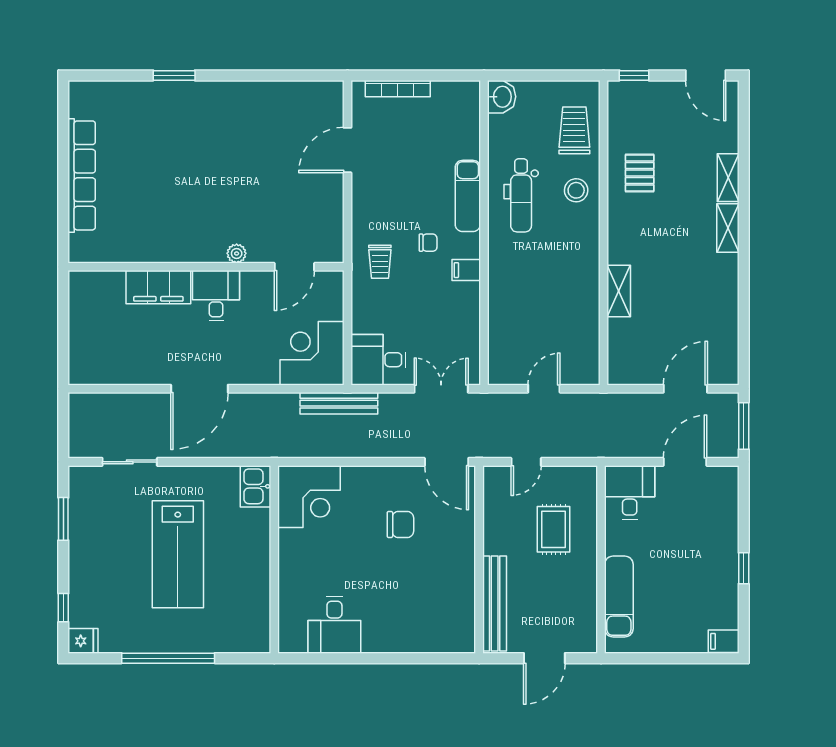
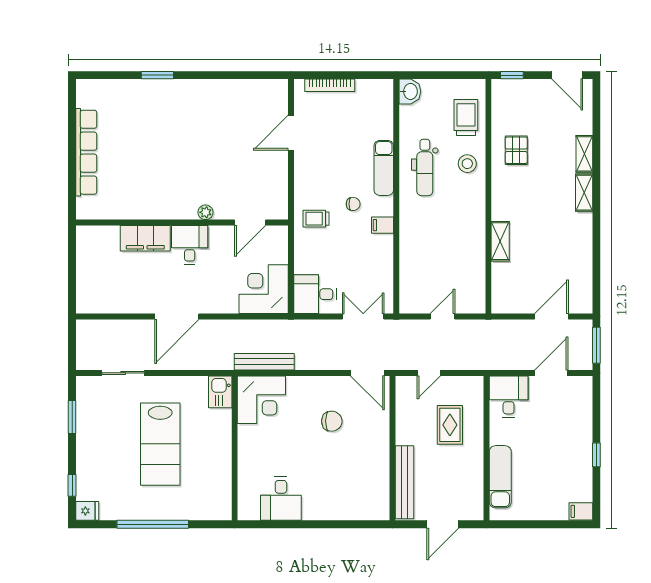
trolley: (380, 262) -> (316, 219), turned 90
bench: (339, 403) -> (264, 362), moved

